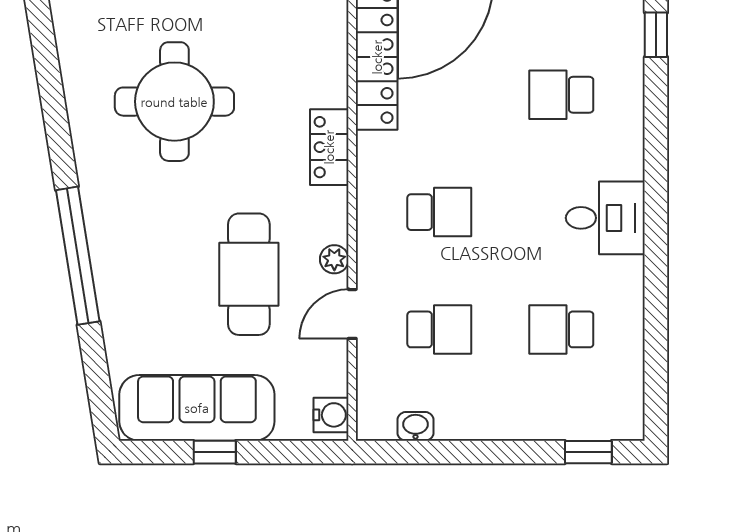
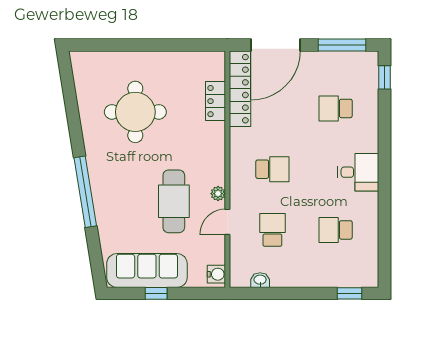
locker: (329, 147) -> (215, 101), moved
school desk: (439, 329) -> (272, 230), turned -90

